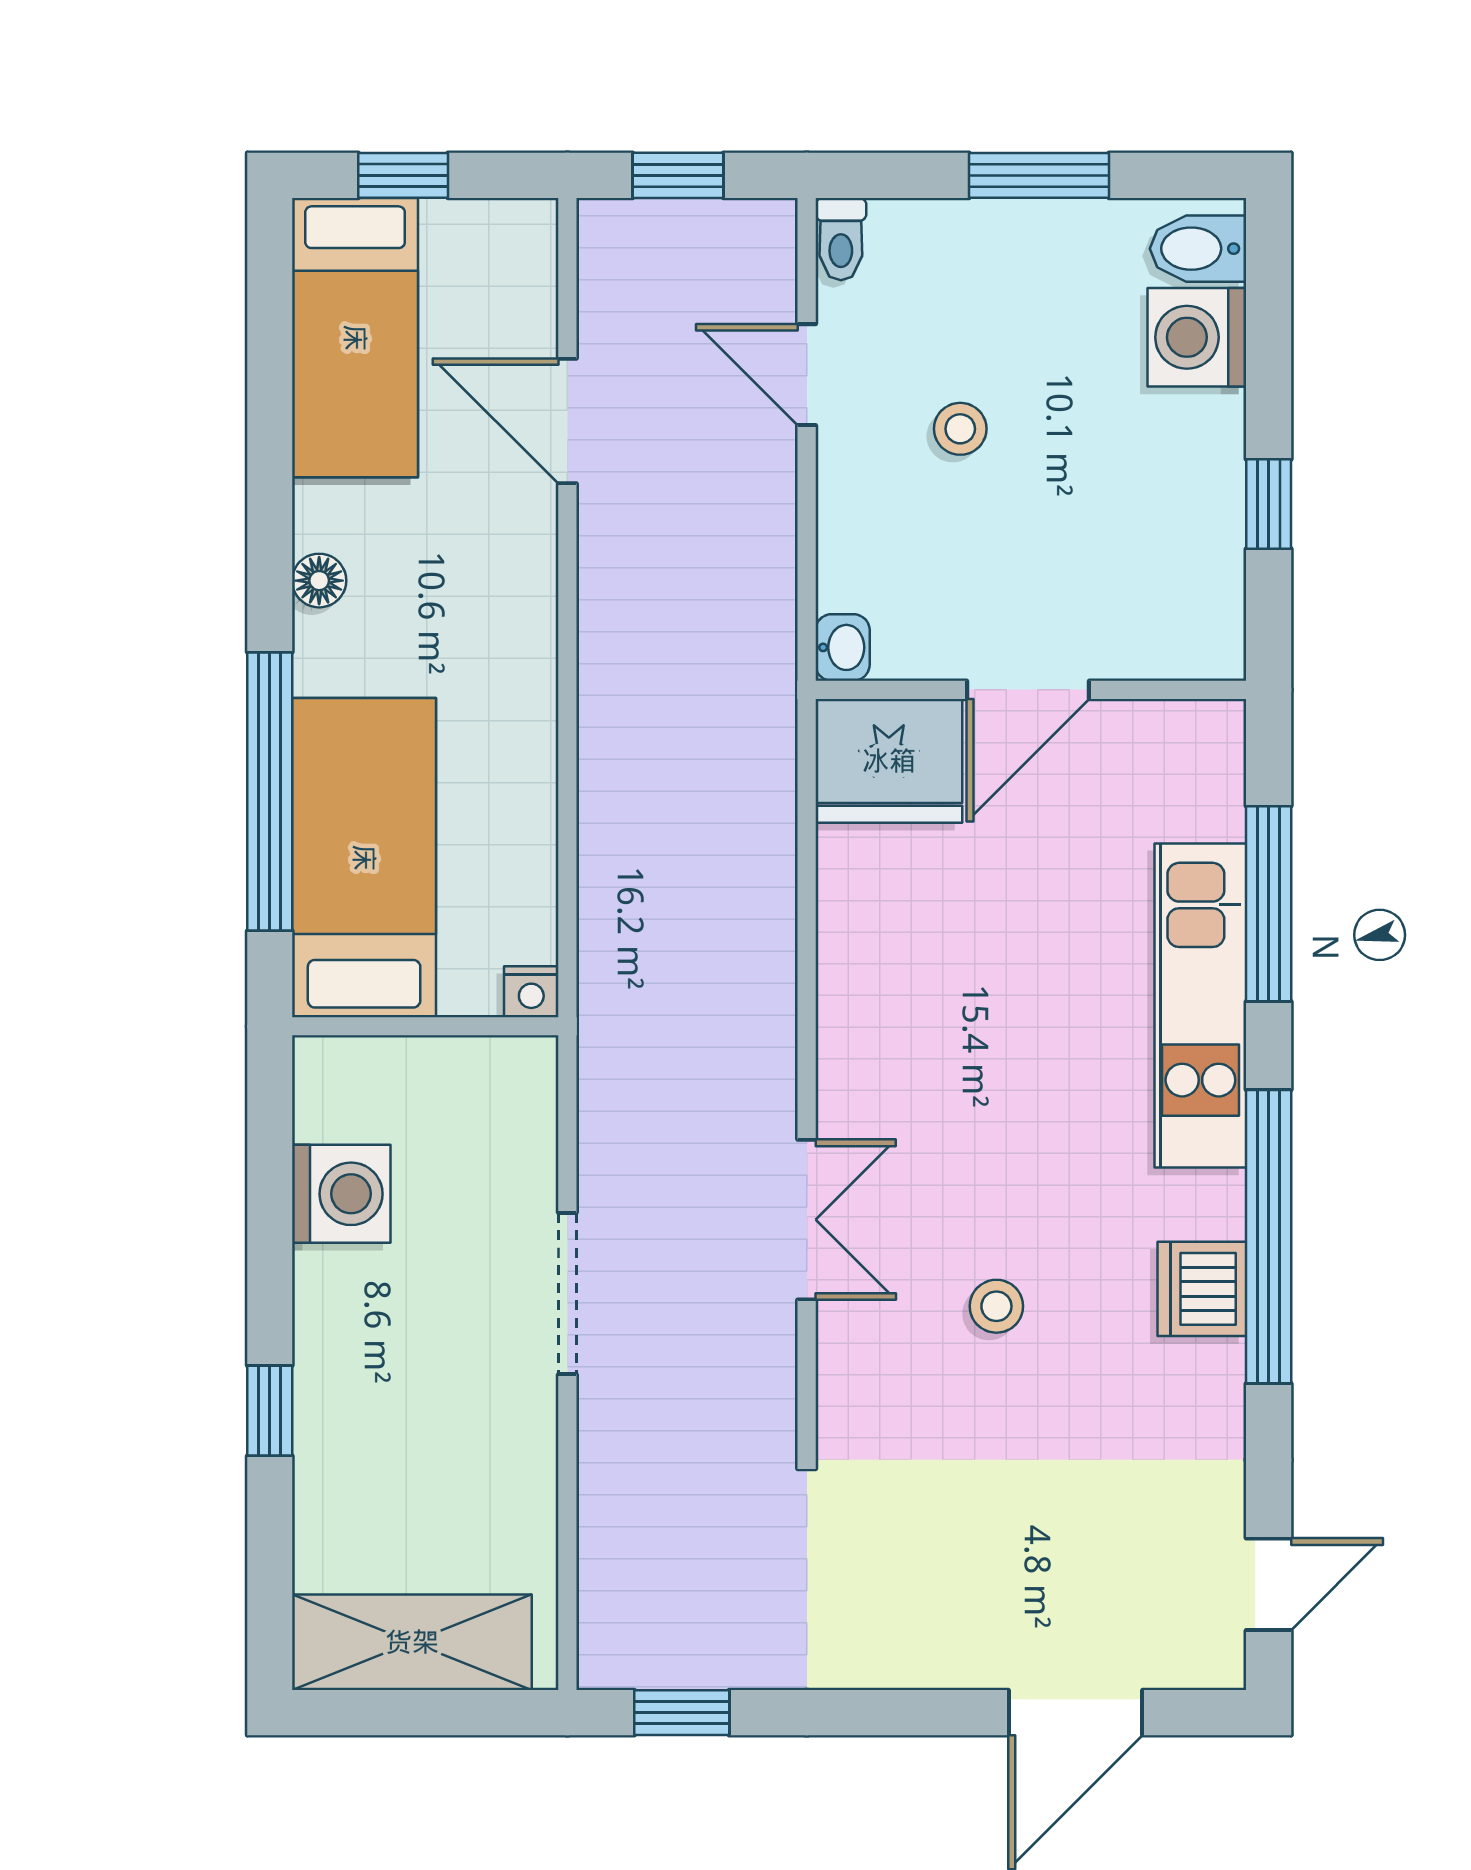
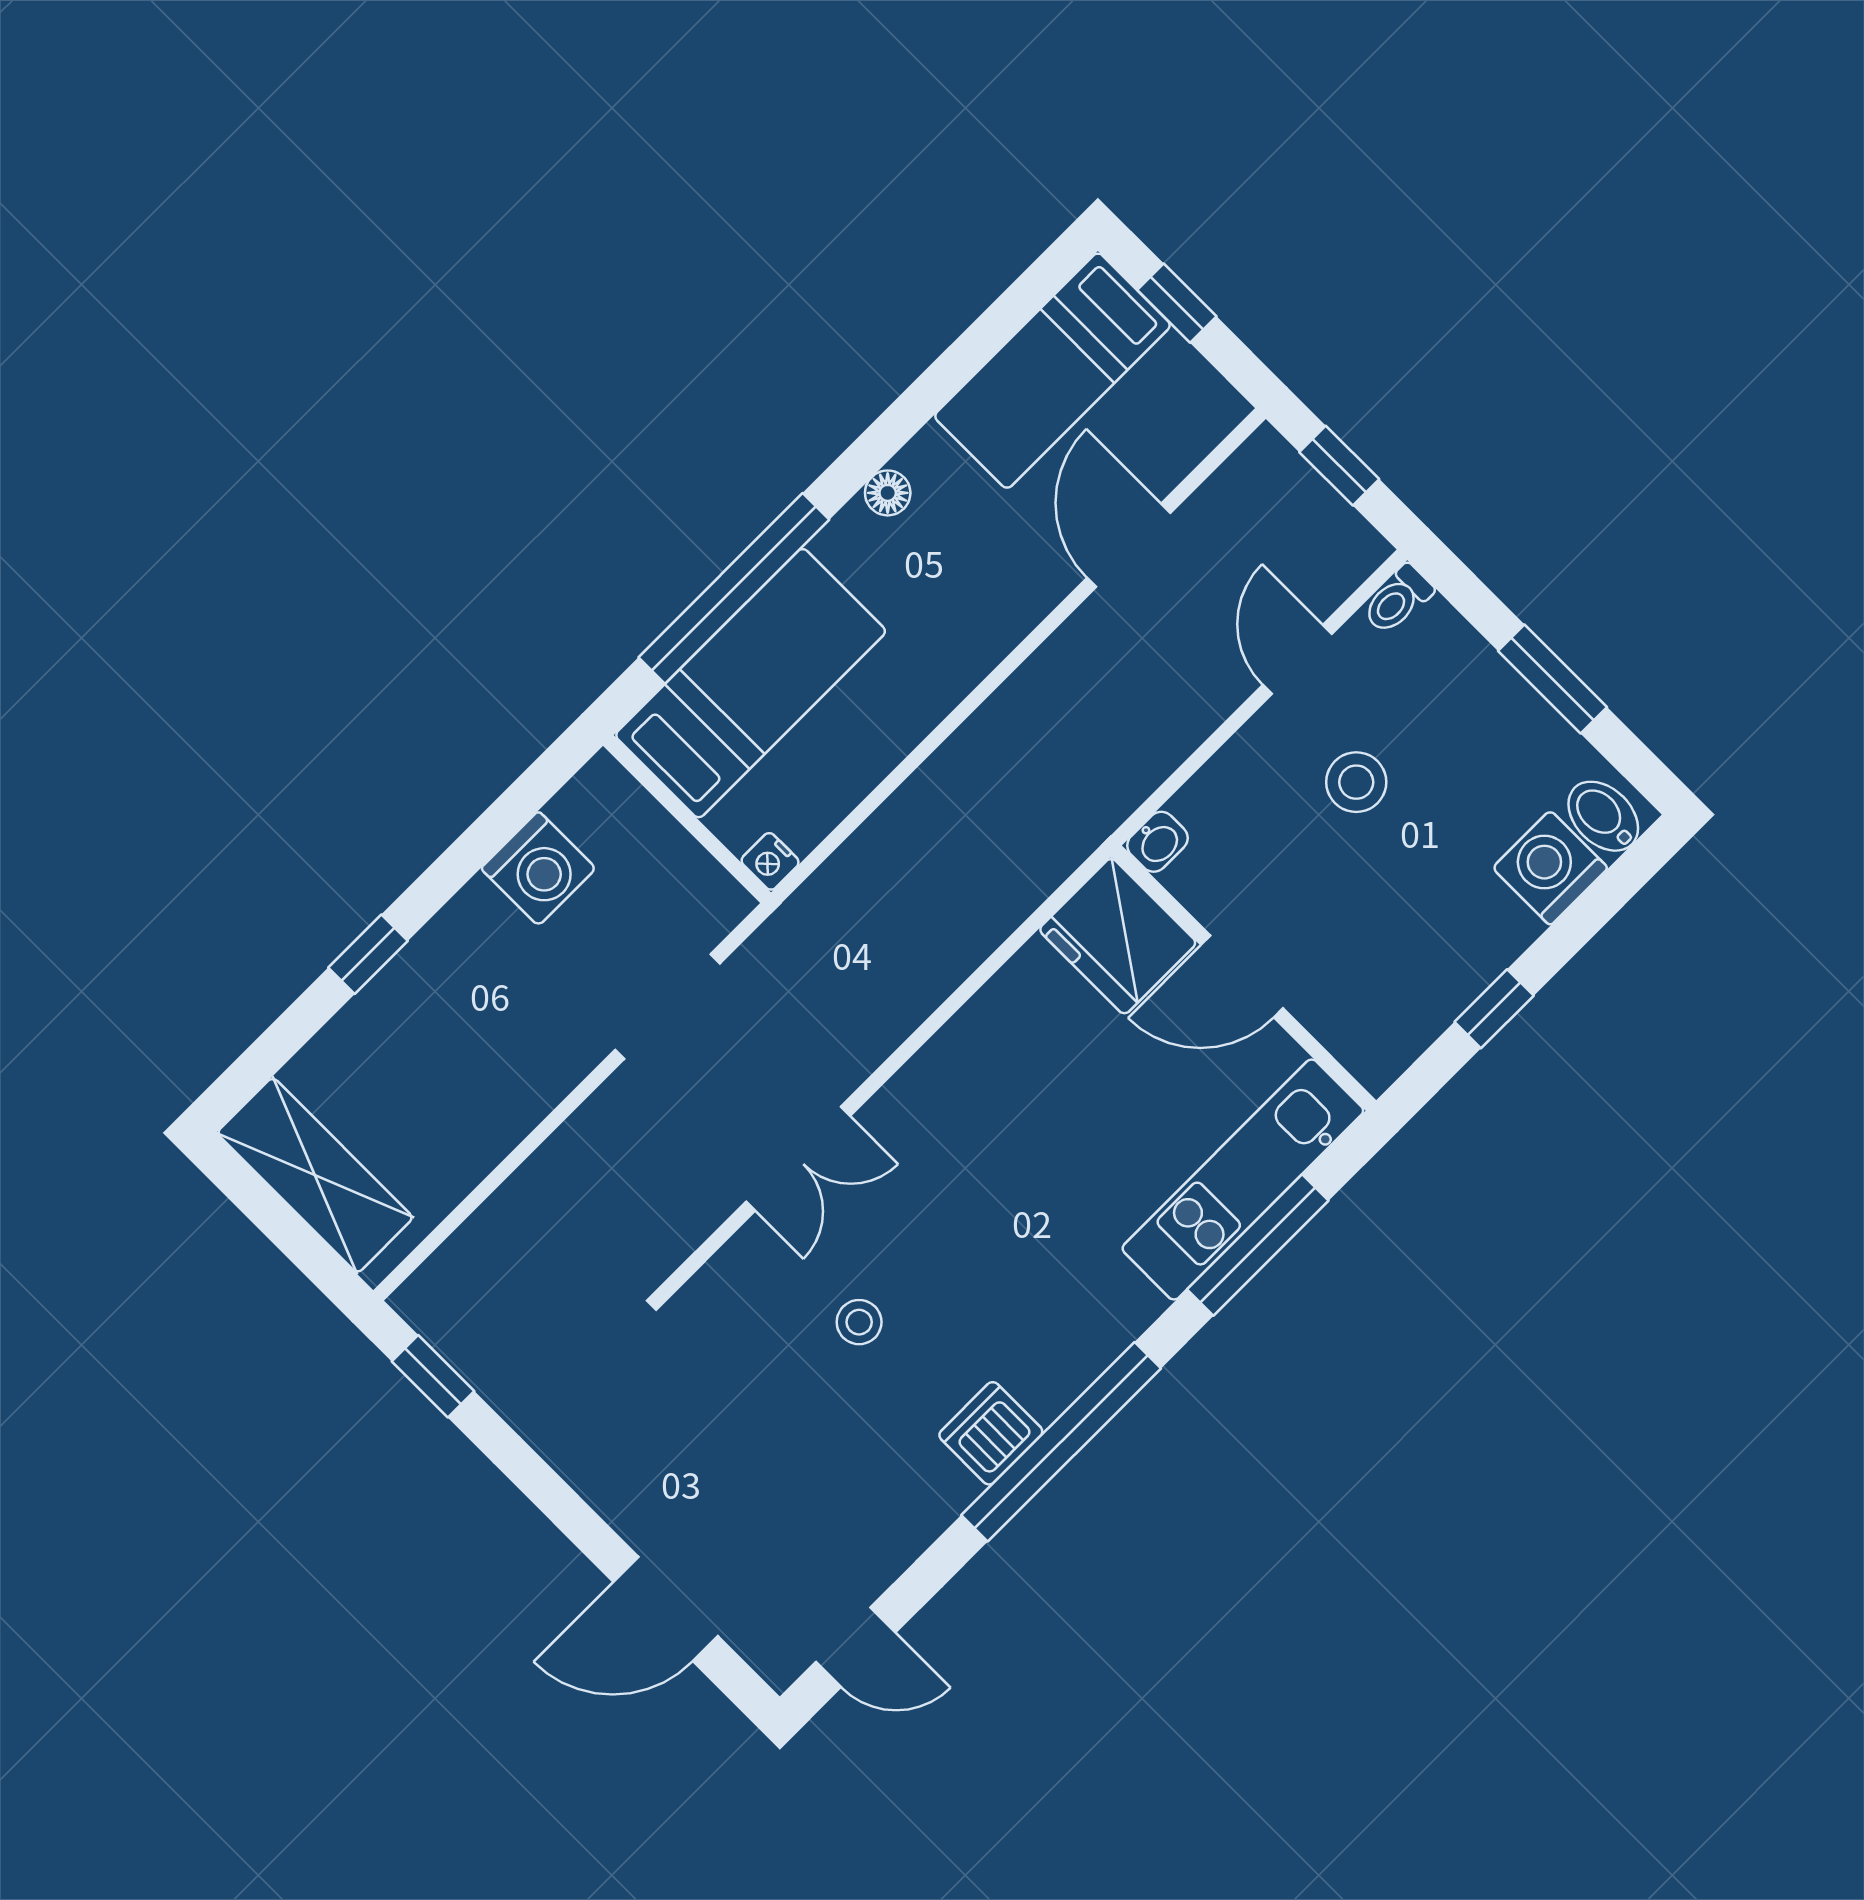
stool: (960, 429) -> (1356, 782), width x1.37, depth x1.37
kitchen unit: (1200, 1005) -> (1243, 1180), moved
doorway: (567, 1294) -> (667, 1007), moved

